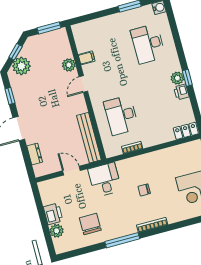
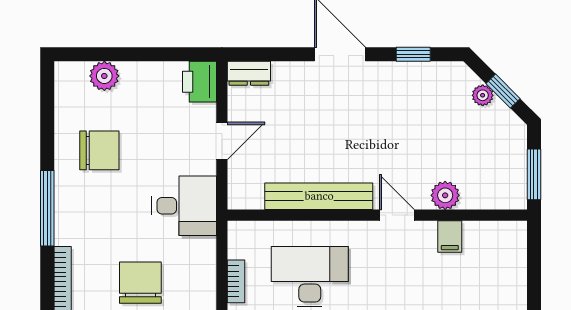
plant: (21, 66) -> (483, 95), width x0.53, depth x0.53
bench: (89, 138) -> (319, 196), moved
dresser: (35, 154) -> (249, 73), moved
chair: (144, 190) -> (140, 283), width x1.87, depth x1.87
printer: (53, 214) -> (199, 82), moved, turned 90

